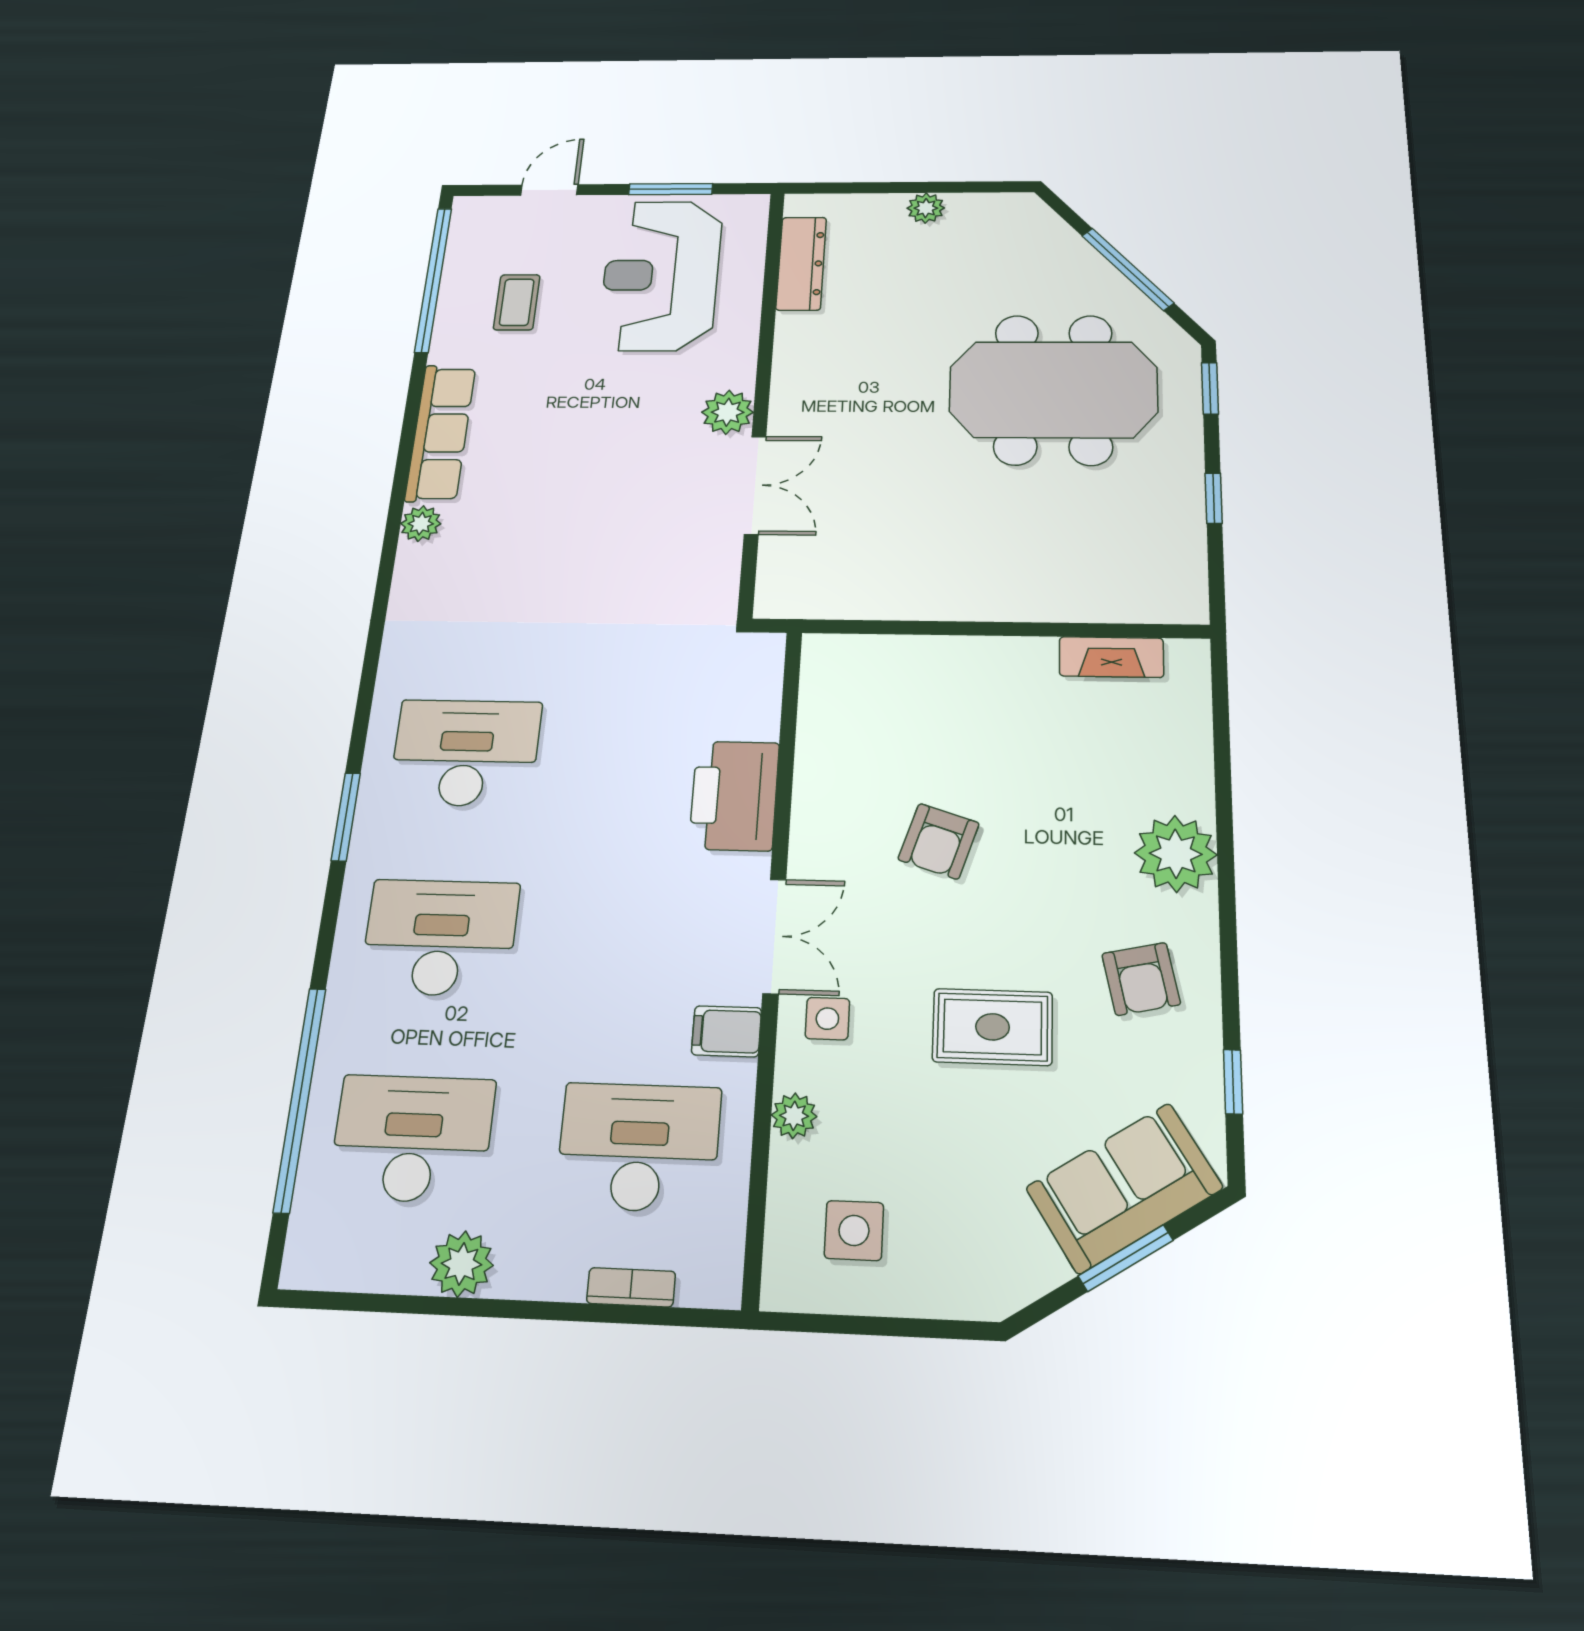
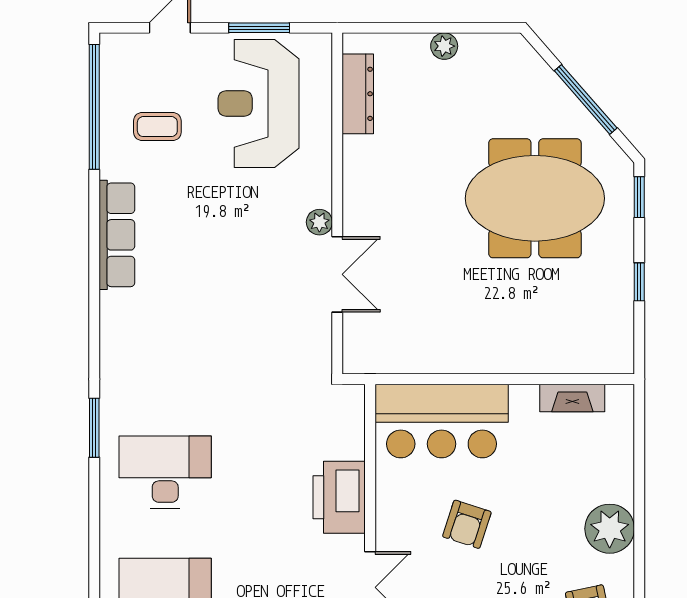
coffee table: (517, 302) -> (157, 127), turned 90
plant: (728, 412) -> (319, 222), width x0.73, depth x0.73
plant: (421, 524) -> (113, 306), removed
bar counter: (903, 687) -> (442, 421), added
window: (346, 817) -> (94, 428), moved

